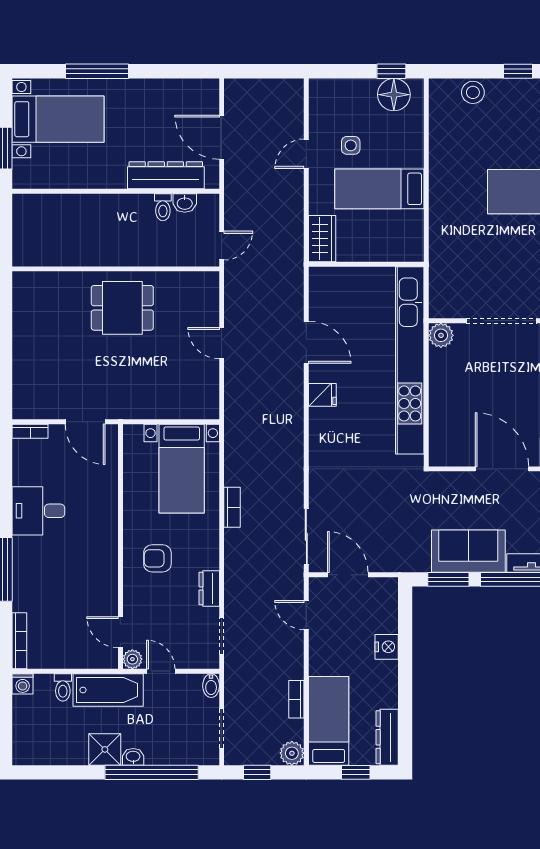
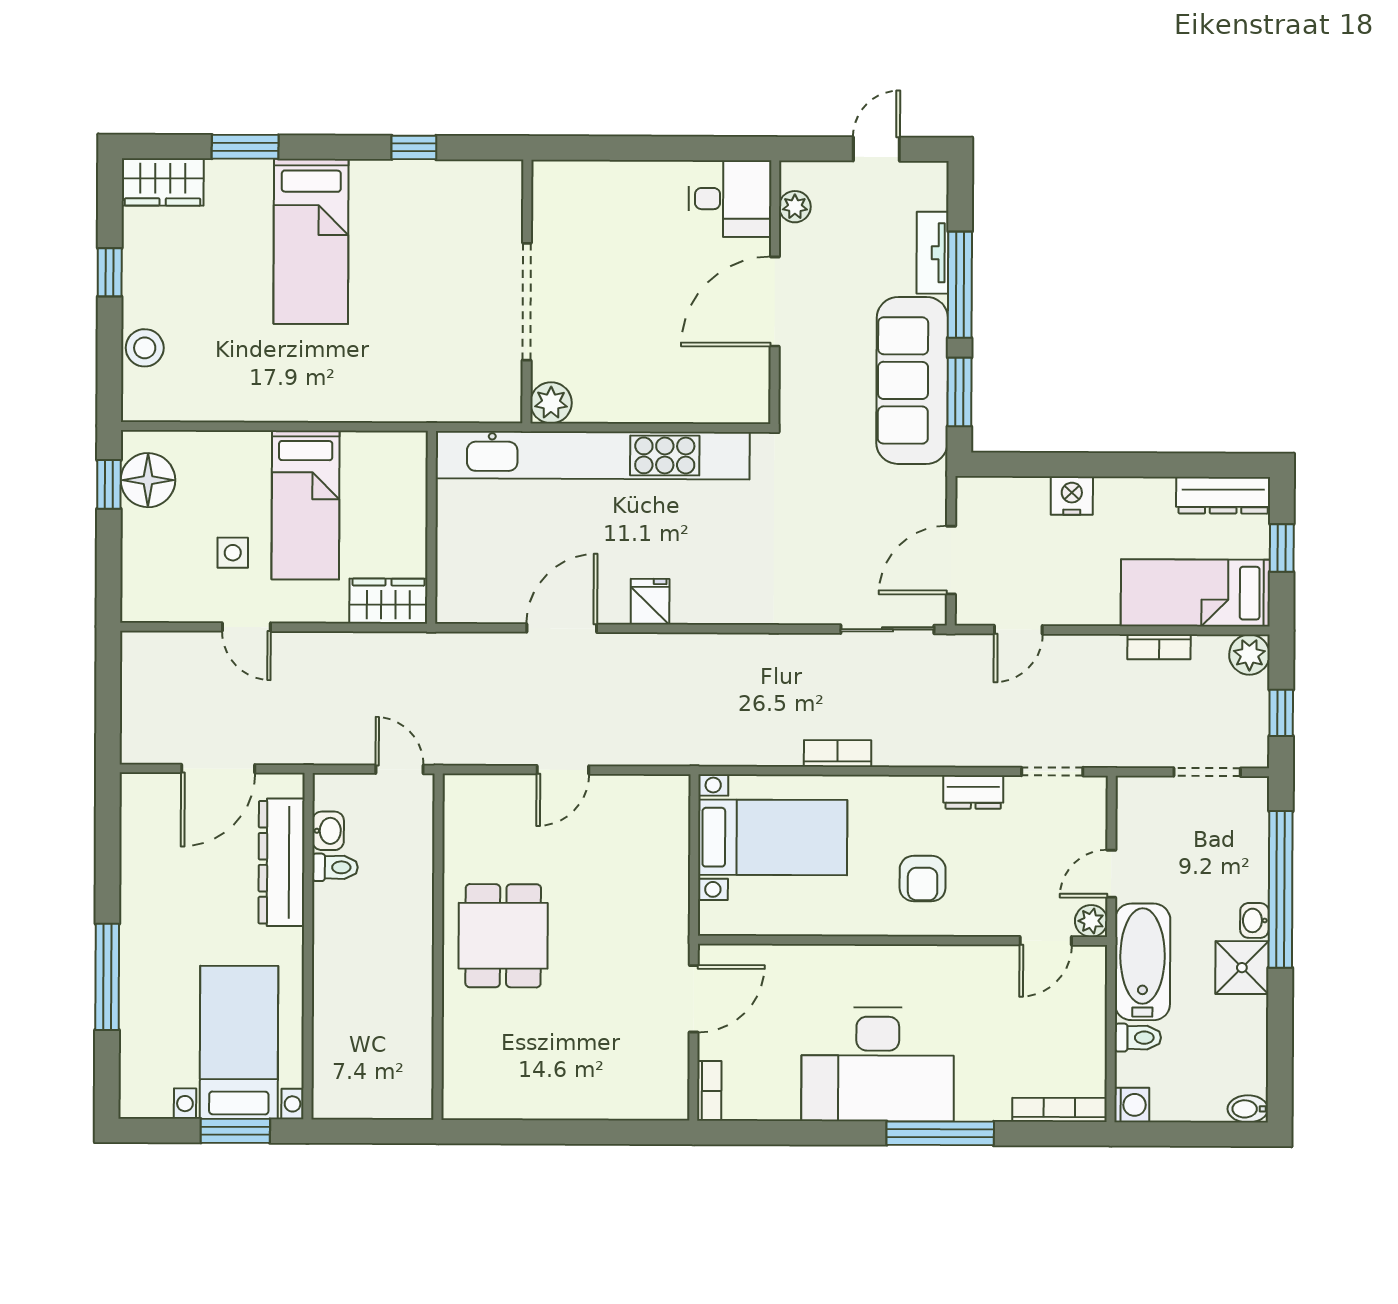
bed with nightstands: (58, 119) -> (239, 1042), moved
desk: (38, 511) -> (878, 1064), width x1.87, depth x1.30
sofa: (468, 551) -> (912, 380), width x1.36
bidet: (211, 686) -> (1248, 1109), moved, turned 180

